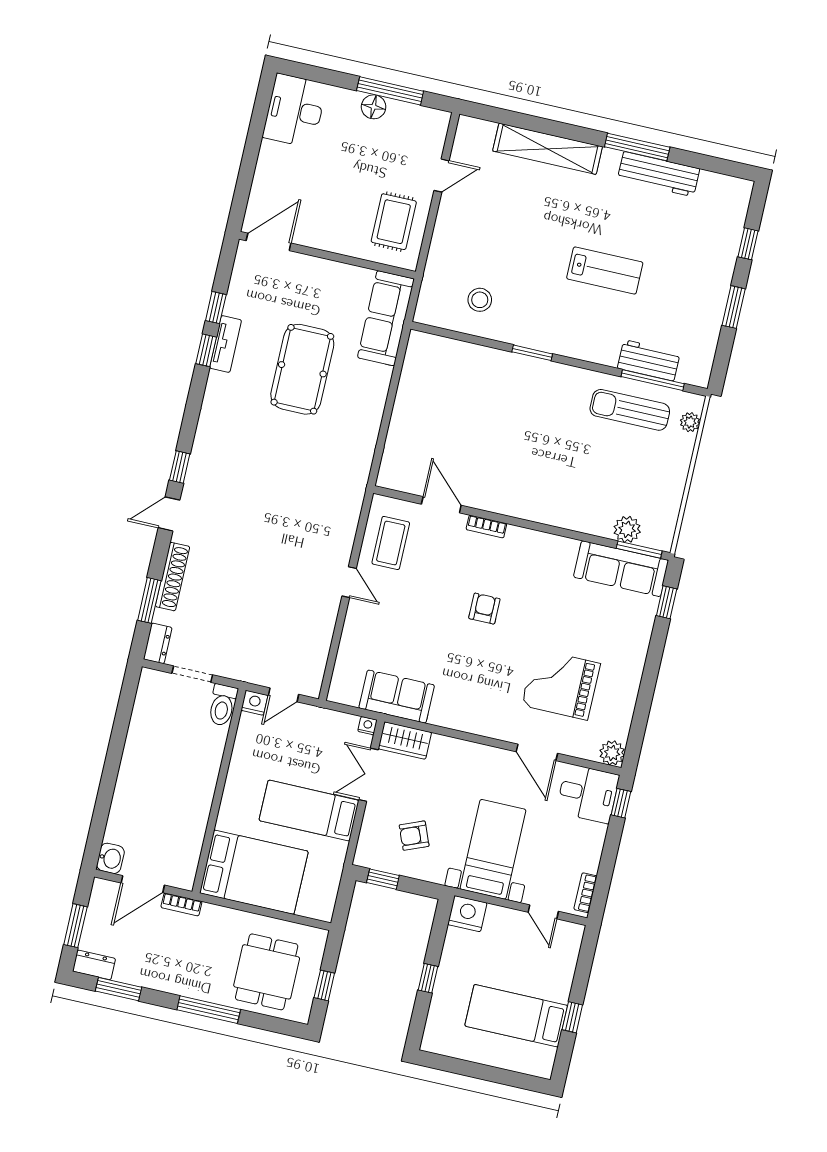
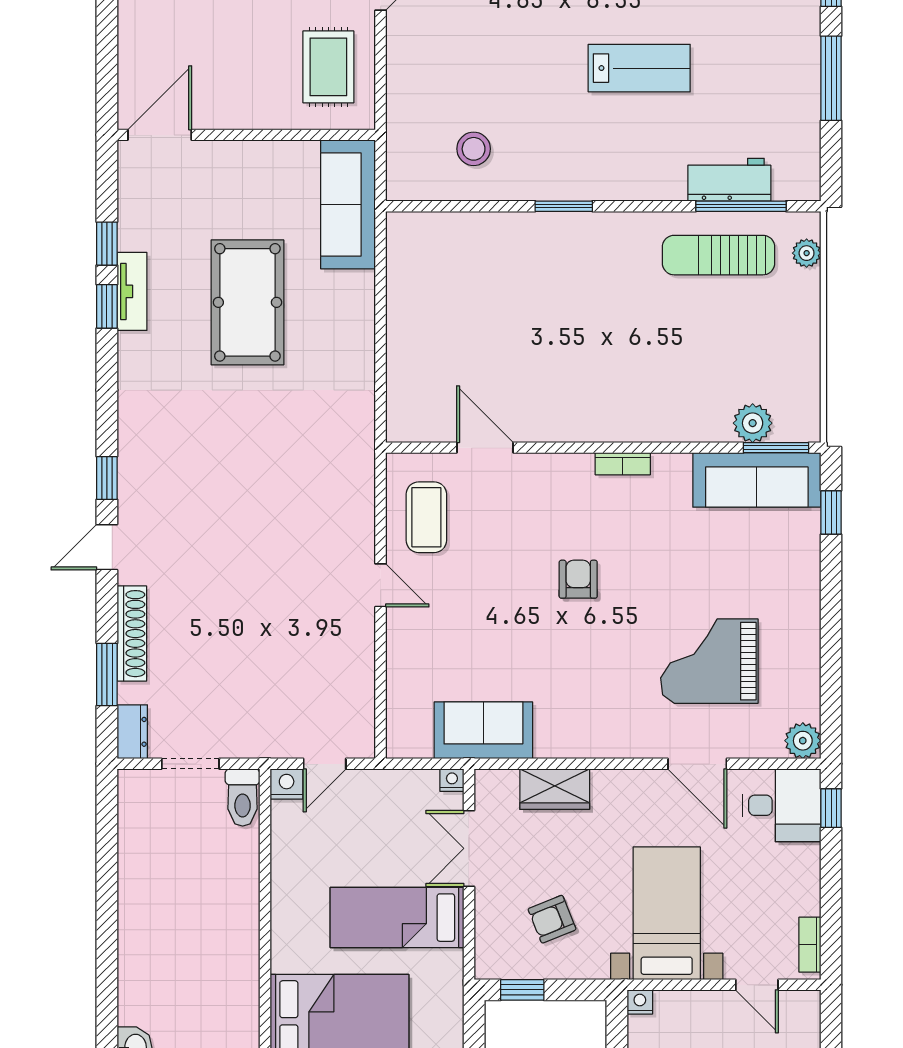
window: (734, 307) -> (831, 78), width x1.44
bookcase: (486, 526) -> (623, 464), moved
wardrobe: (405, 741) -> (555, 789), moved
nightstand: (467, 914) -> (640, 1002), width x0.53, depth x0.56

